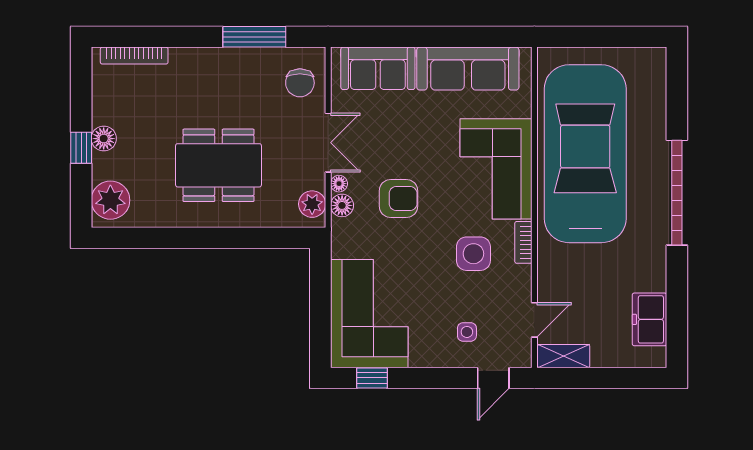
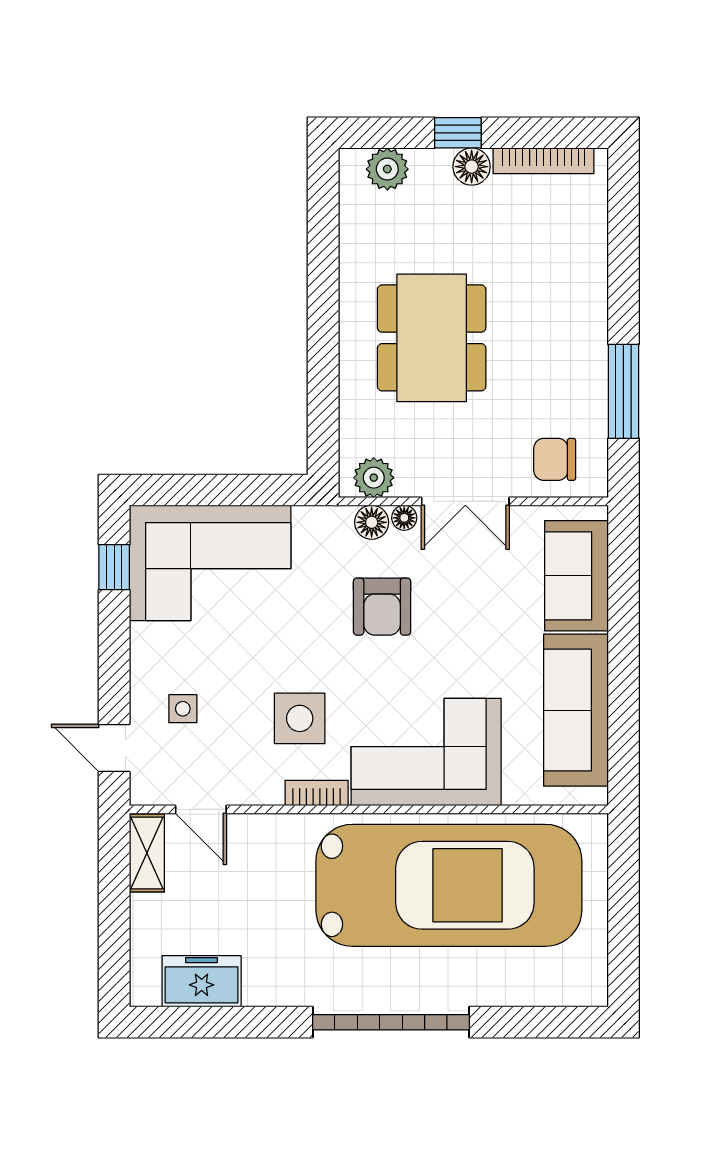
bookcase: (134, 56) -> (544, 161), moved, turned -90
plant: (110, 200) -> (387, 169), width x0.73, depth x0.73

